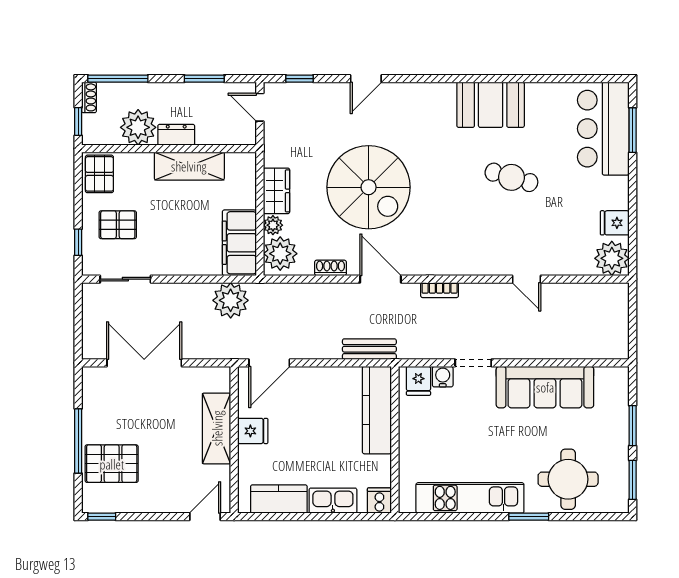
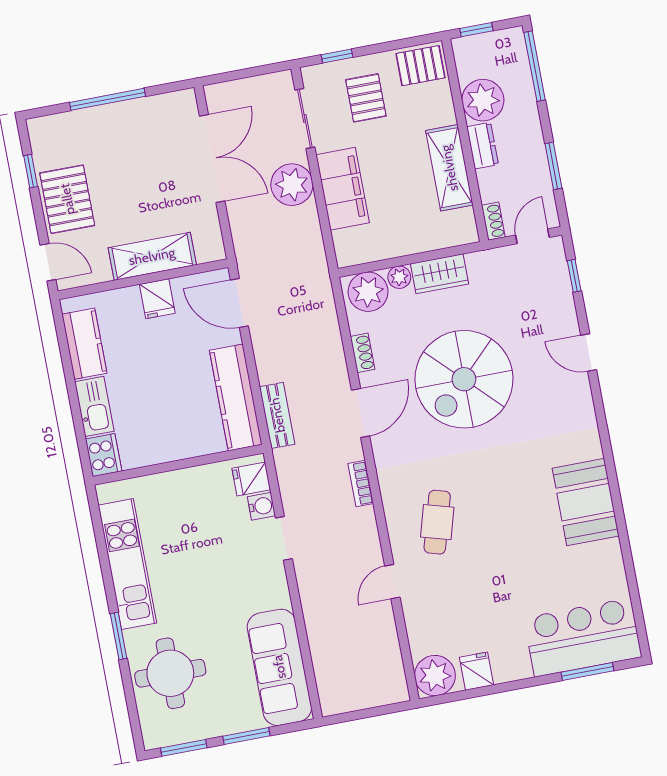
shoe rack: (89, 97) -> (493, 221), moved, turned -90
cafe table: (511, 177) -> (437, 522), moved
filing cabinet: (239, 243) -> (343, 189), moved, turned 90
plant: (231, 300) -> (292, 185), moved
sofa: (545, 387) -> (279, 667), moved
kitchen counter: (377, 410) -> (236, 397), moved, turned -90
pallet: (112, 464) -> (67, 199), moved
cooker: (379, 500) -> (104, 455), width x1.36
window: (102, 517) -> (31, 171), moved

